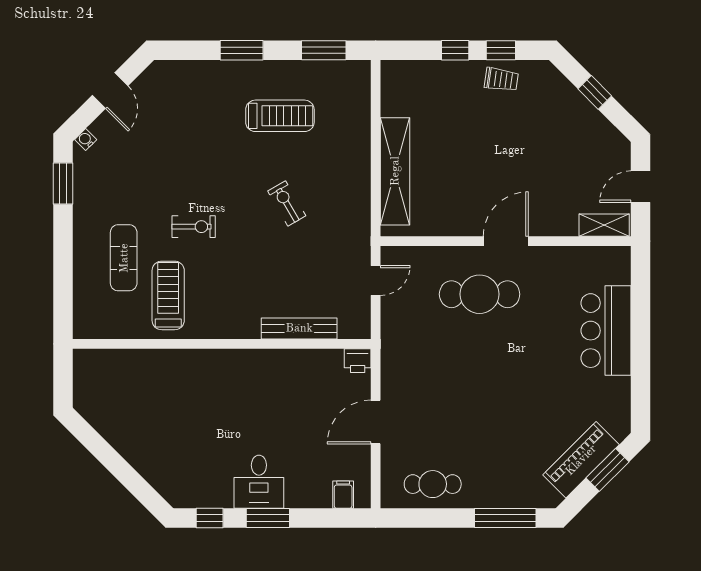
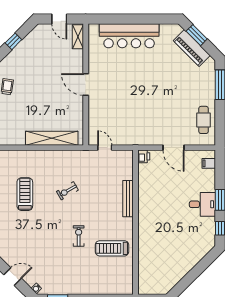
exercise mat: (124, 258) -> (94, 270), removed
cafe table: (480, 294) -> (111, 97), removed
bench: (299, 328) -> (128, 199), moved
bar counter: (606, 331) -> (129, 36), width x1.36

